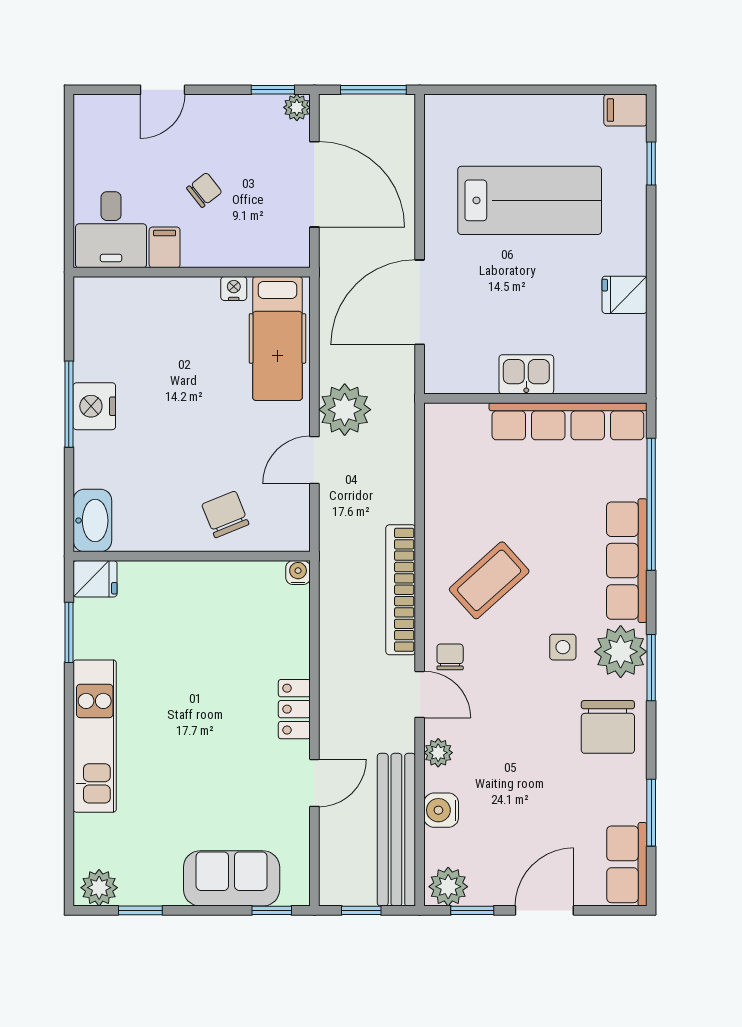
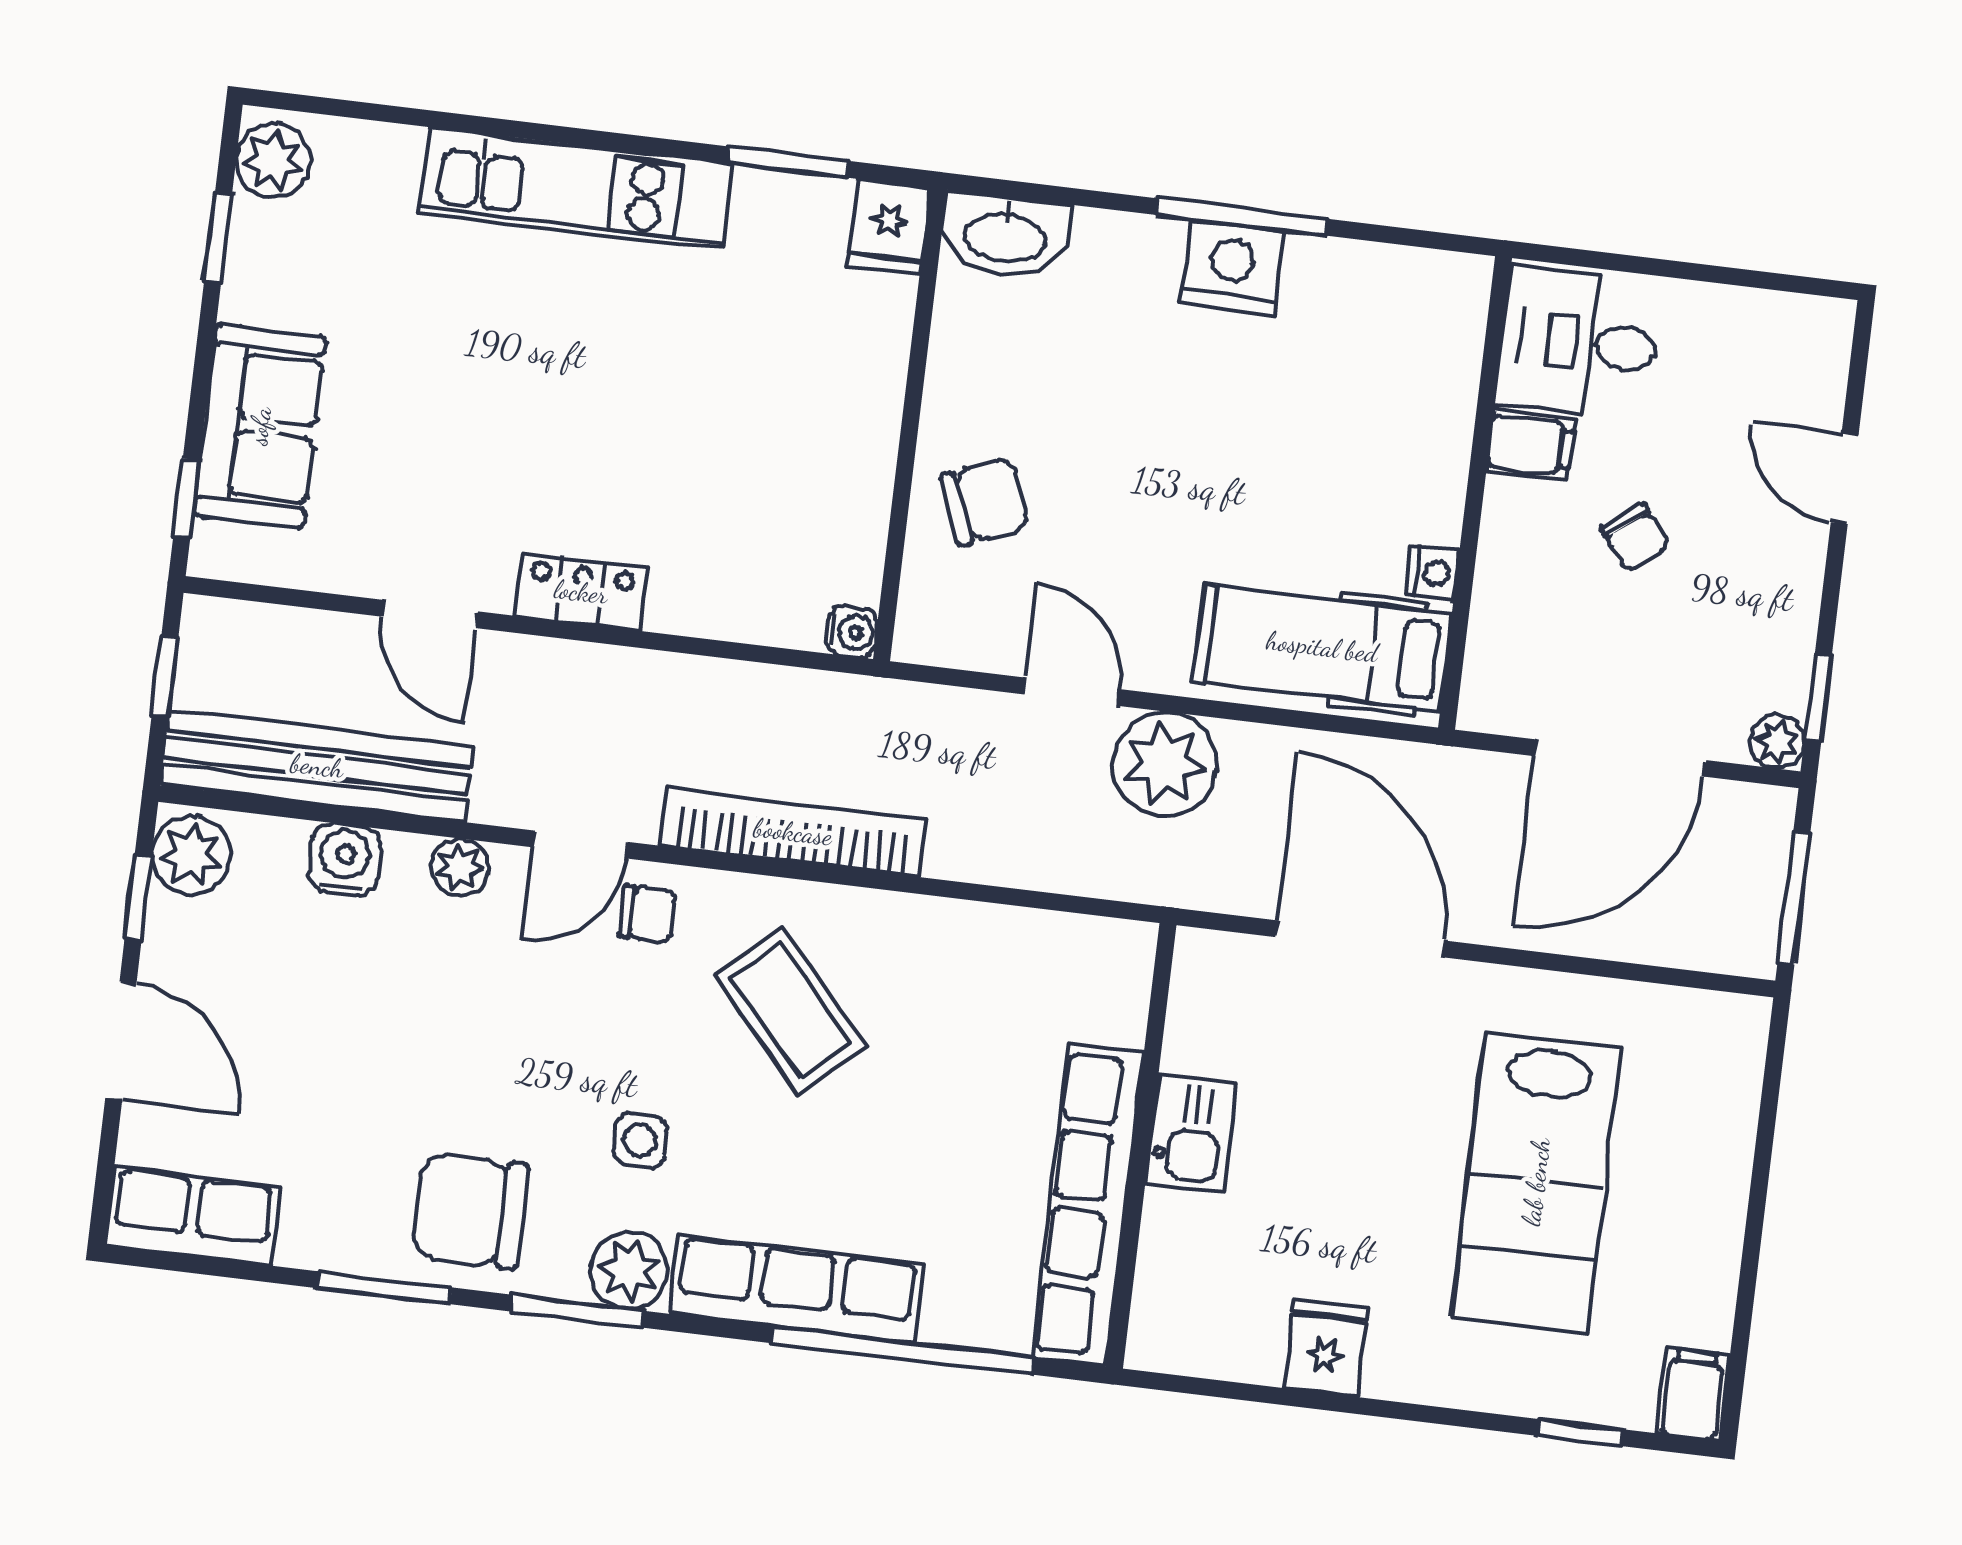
plant: (621, 652) -> (629, 1270), width x0.73, depth x0.73
window: (651, 813) -> (384, 1288), moved

